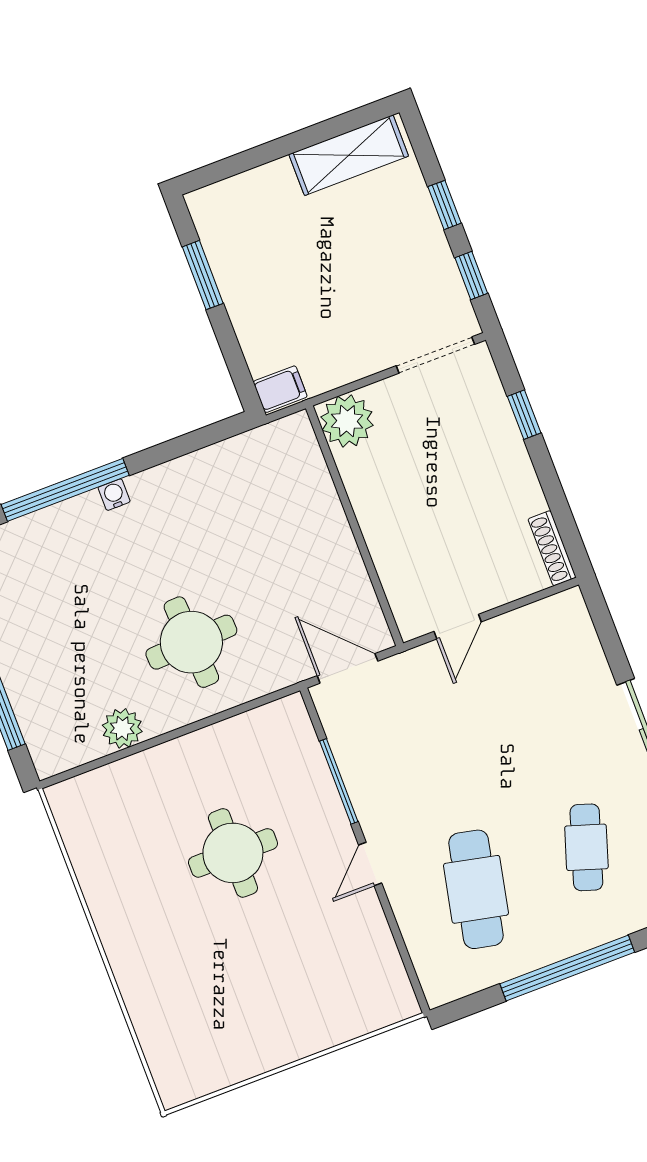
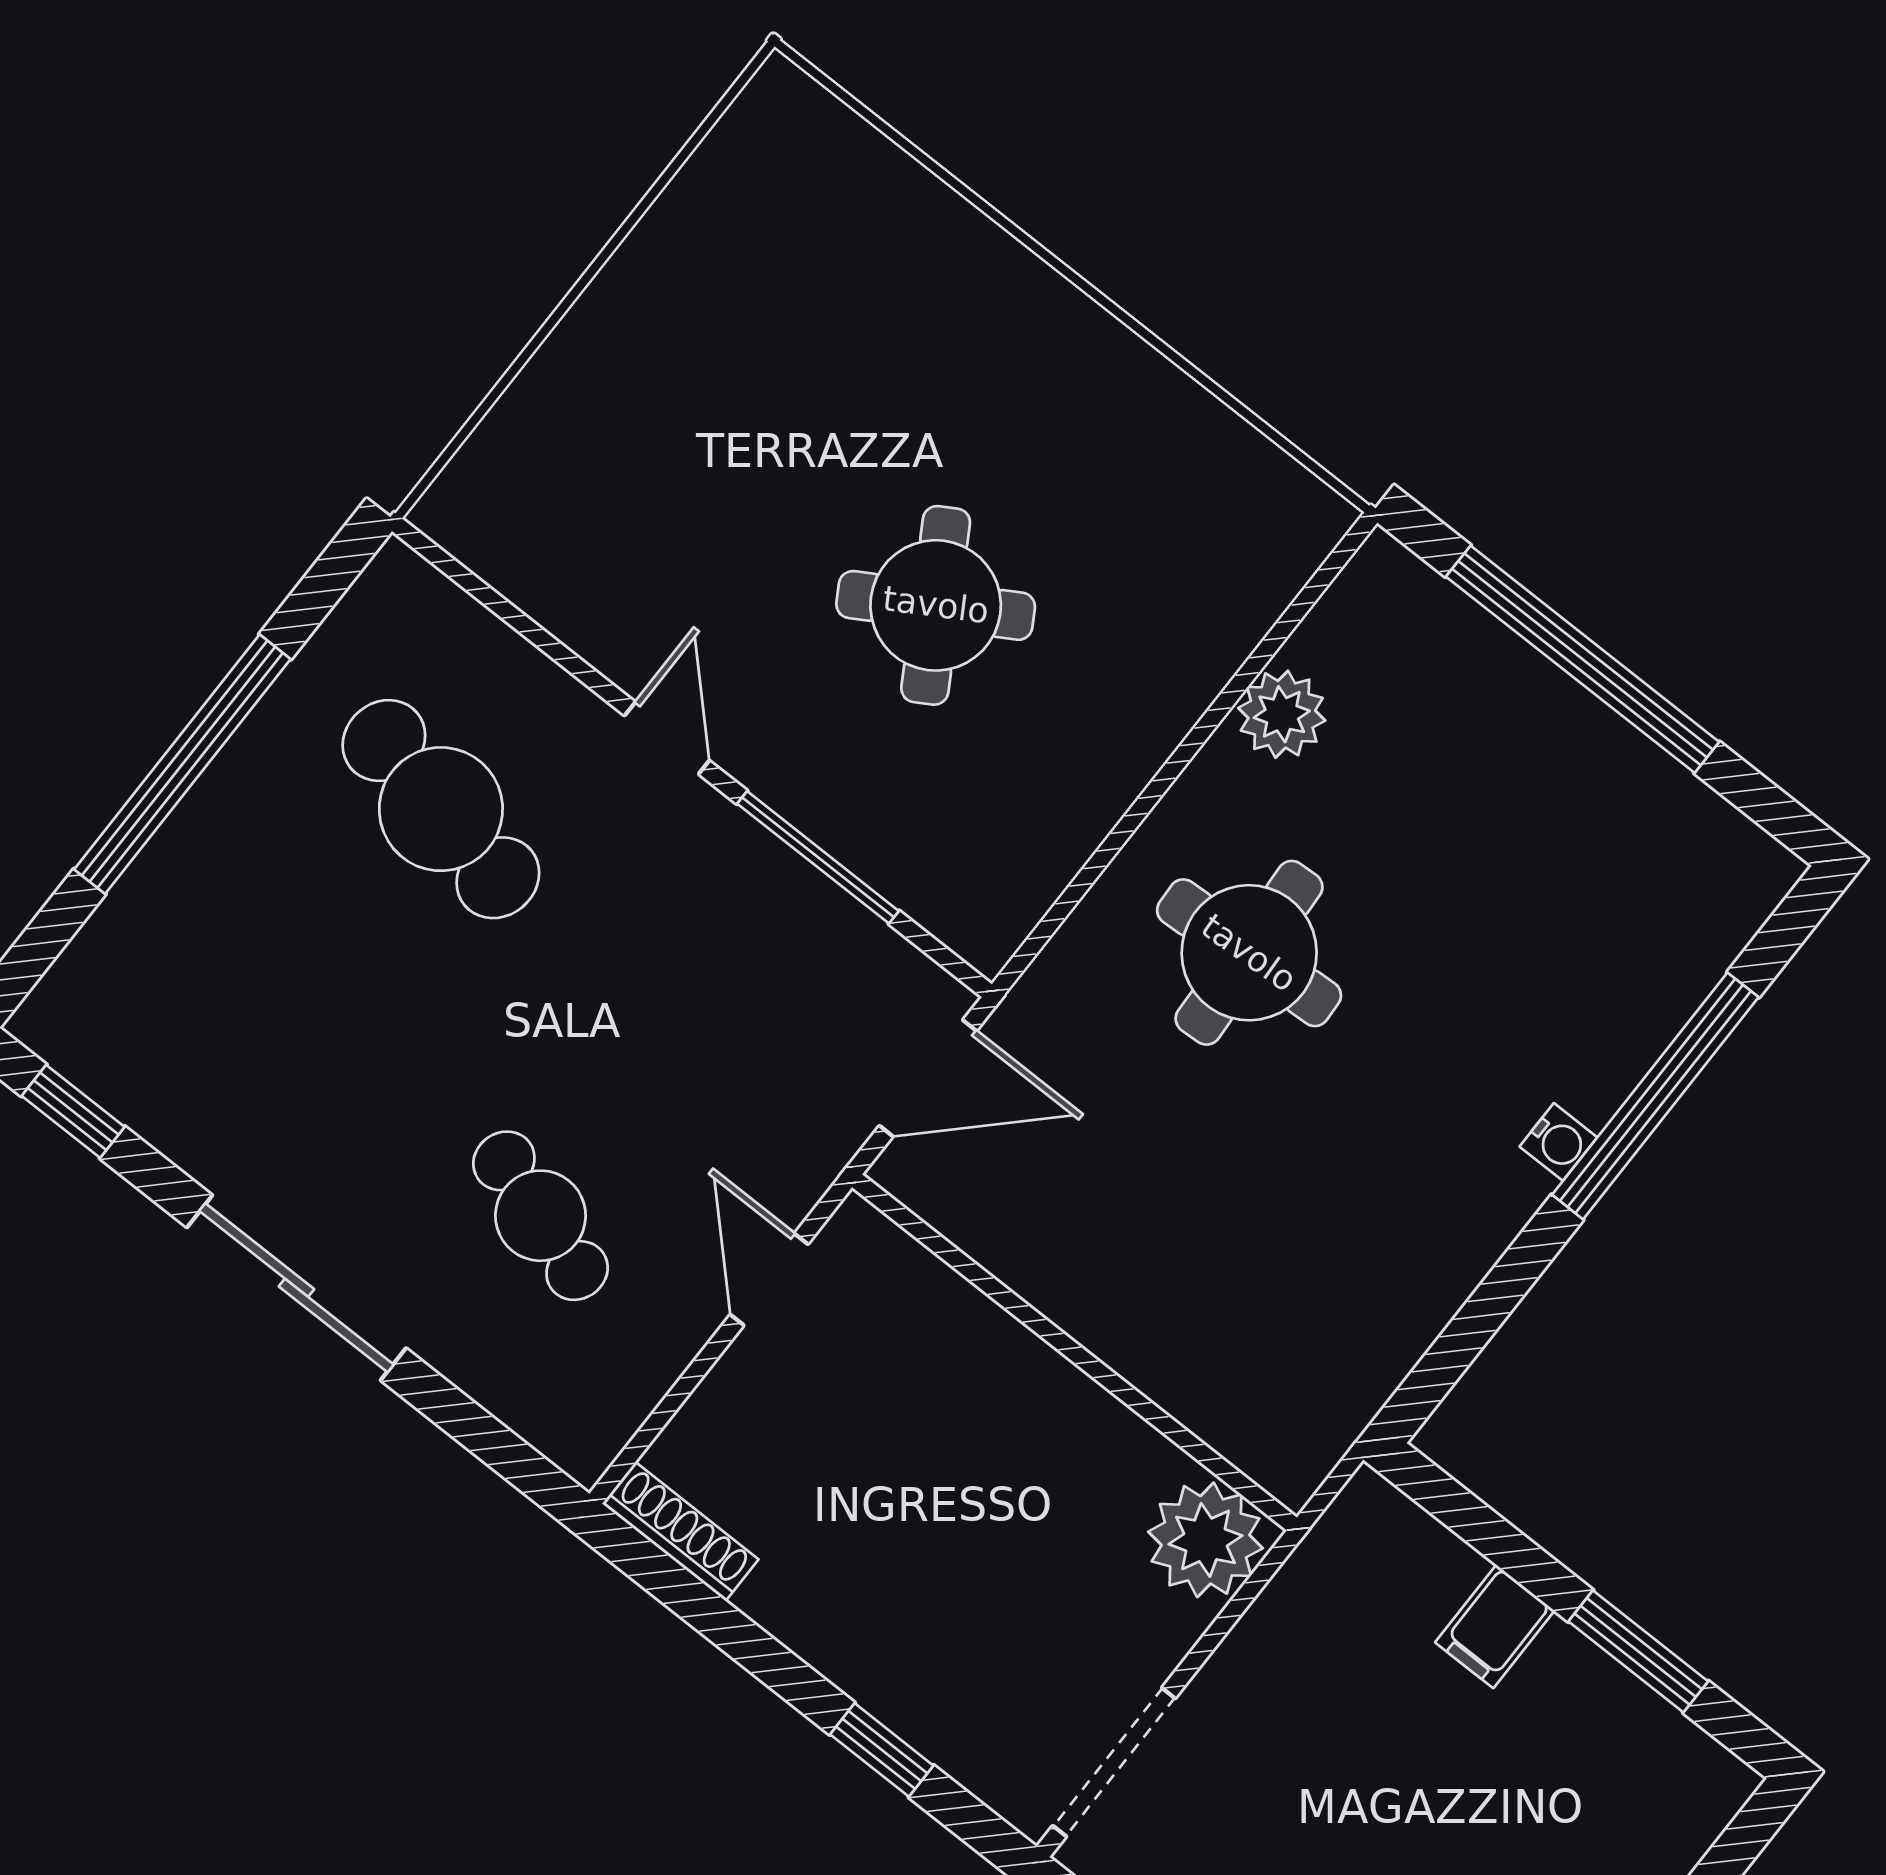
filing cabinet: (280, 389) -> (1495, 1626), moved
cafe table: (586, 847) -> (540, 1216), moved
round table: (233, 853) -> (936, 605), turned -31

